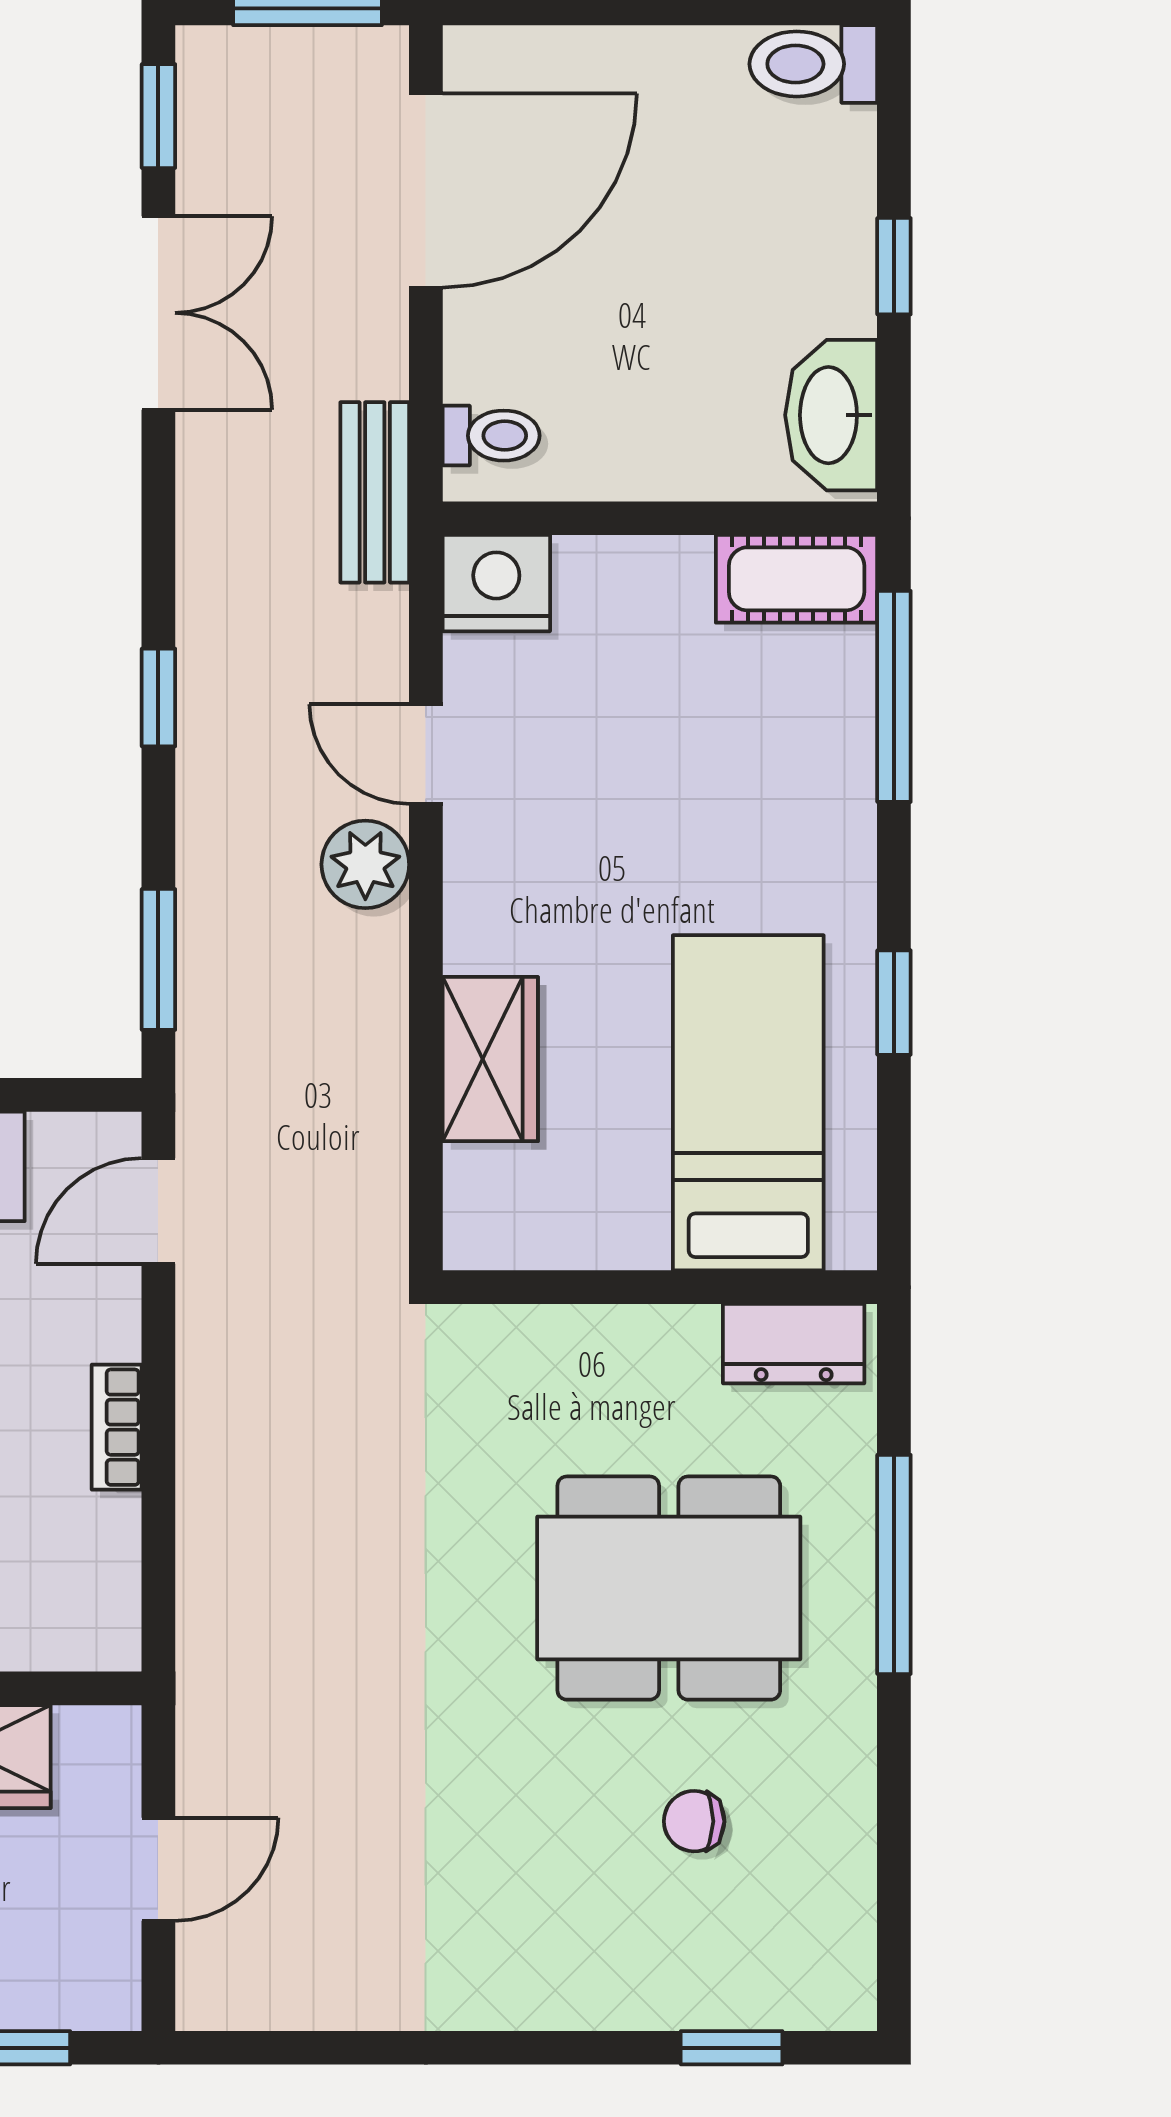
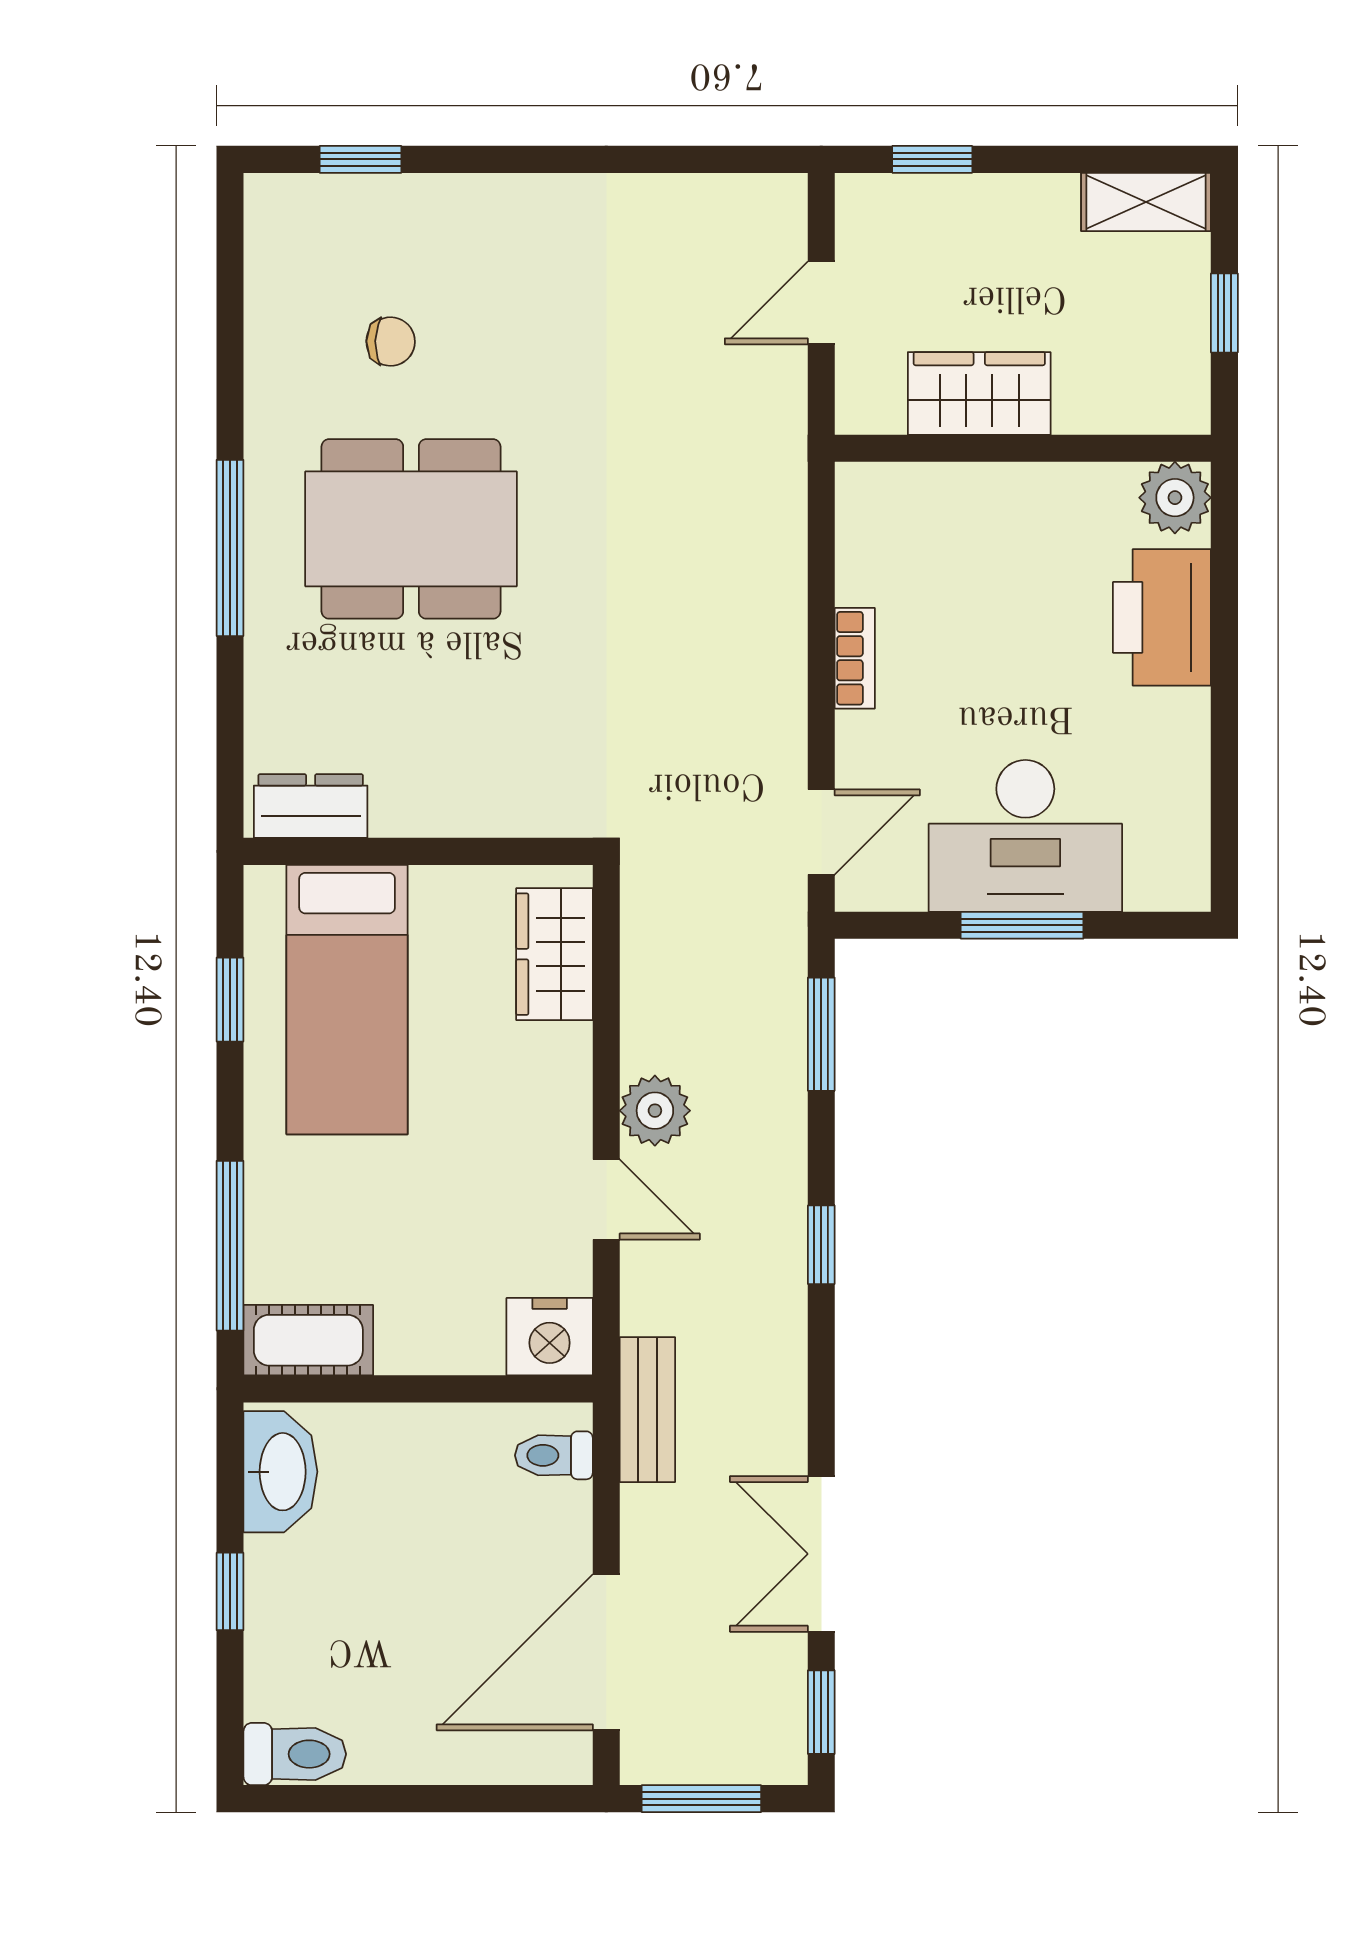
bed: (748, 1103) -> (347, 1000), moved
wall: (660, 1287) -> (418, 851), moved
dresser: (794, 1344) -> (311, 806), moved

